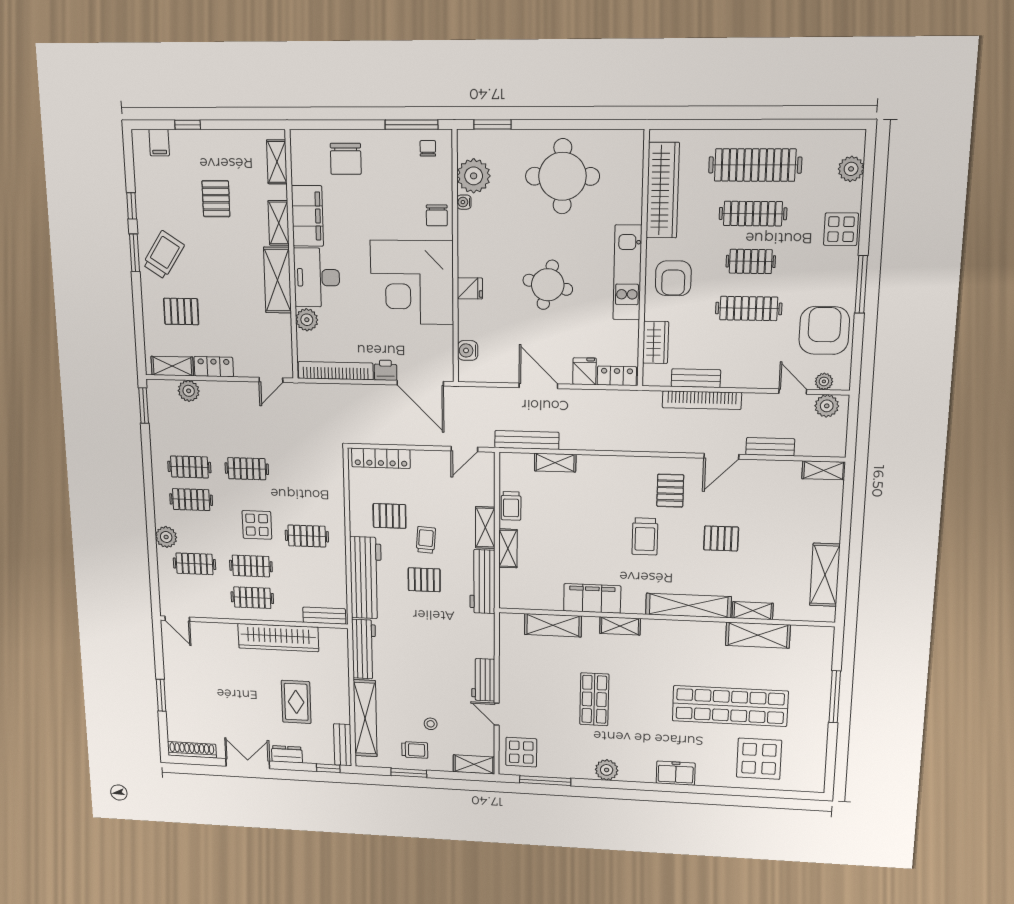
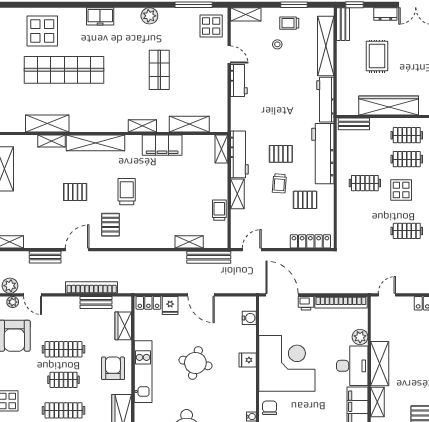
shelving: (508, 548) -> (221, 149), moved

